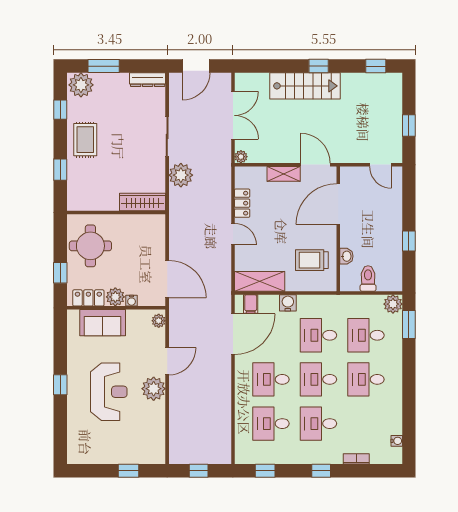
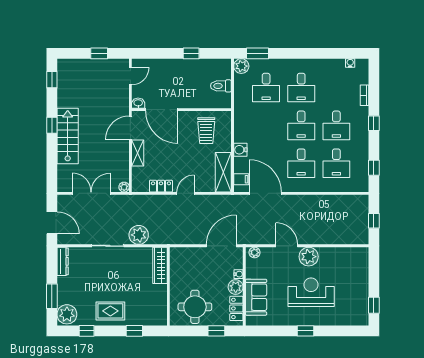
washbasin: (346, 256) -> (138, 103), moved
desk: (318, 335) -> (266, 125), removed
window: (129, 471) -> (374, 305), moved

